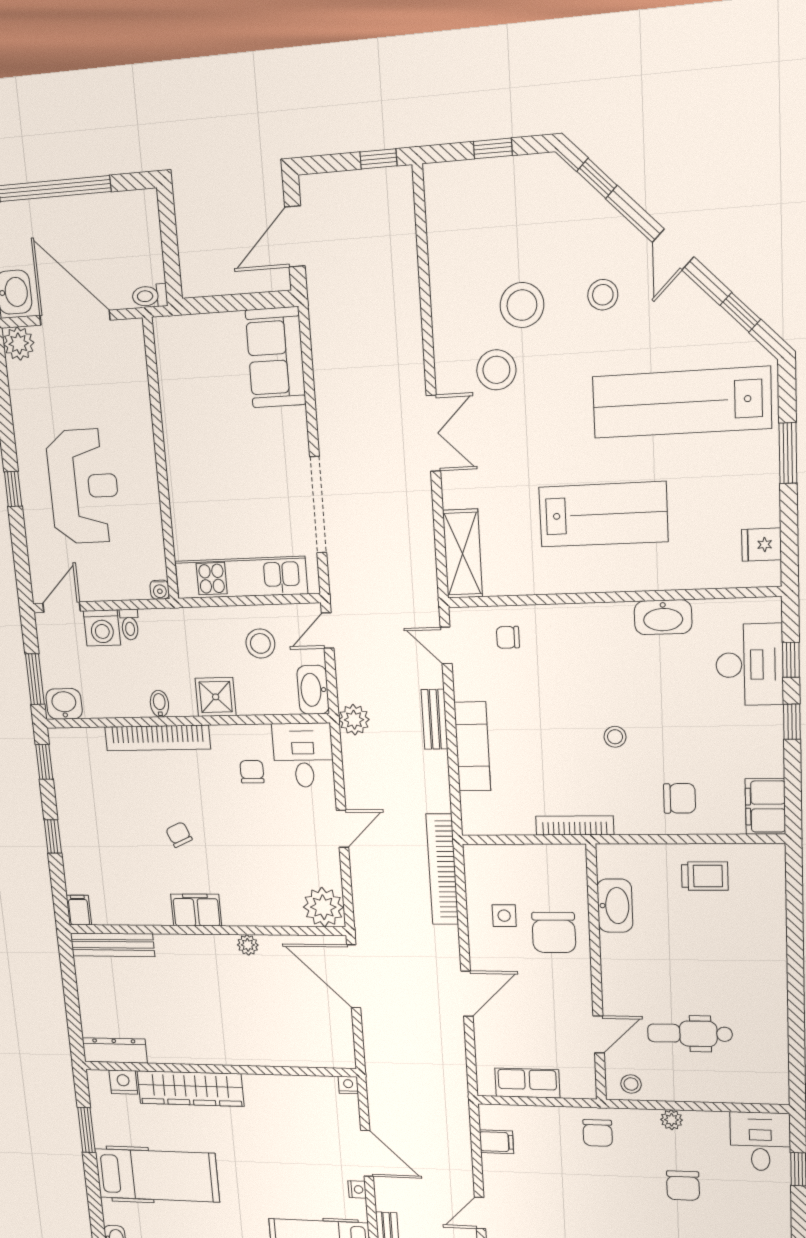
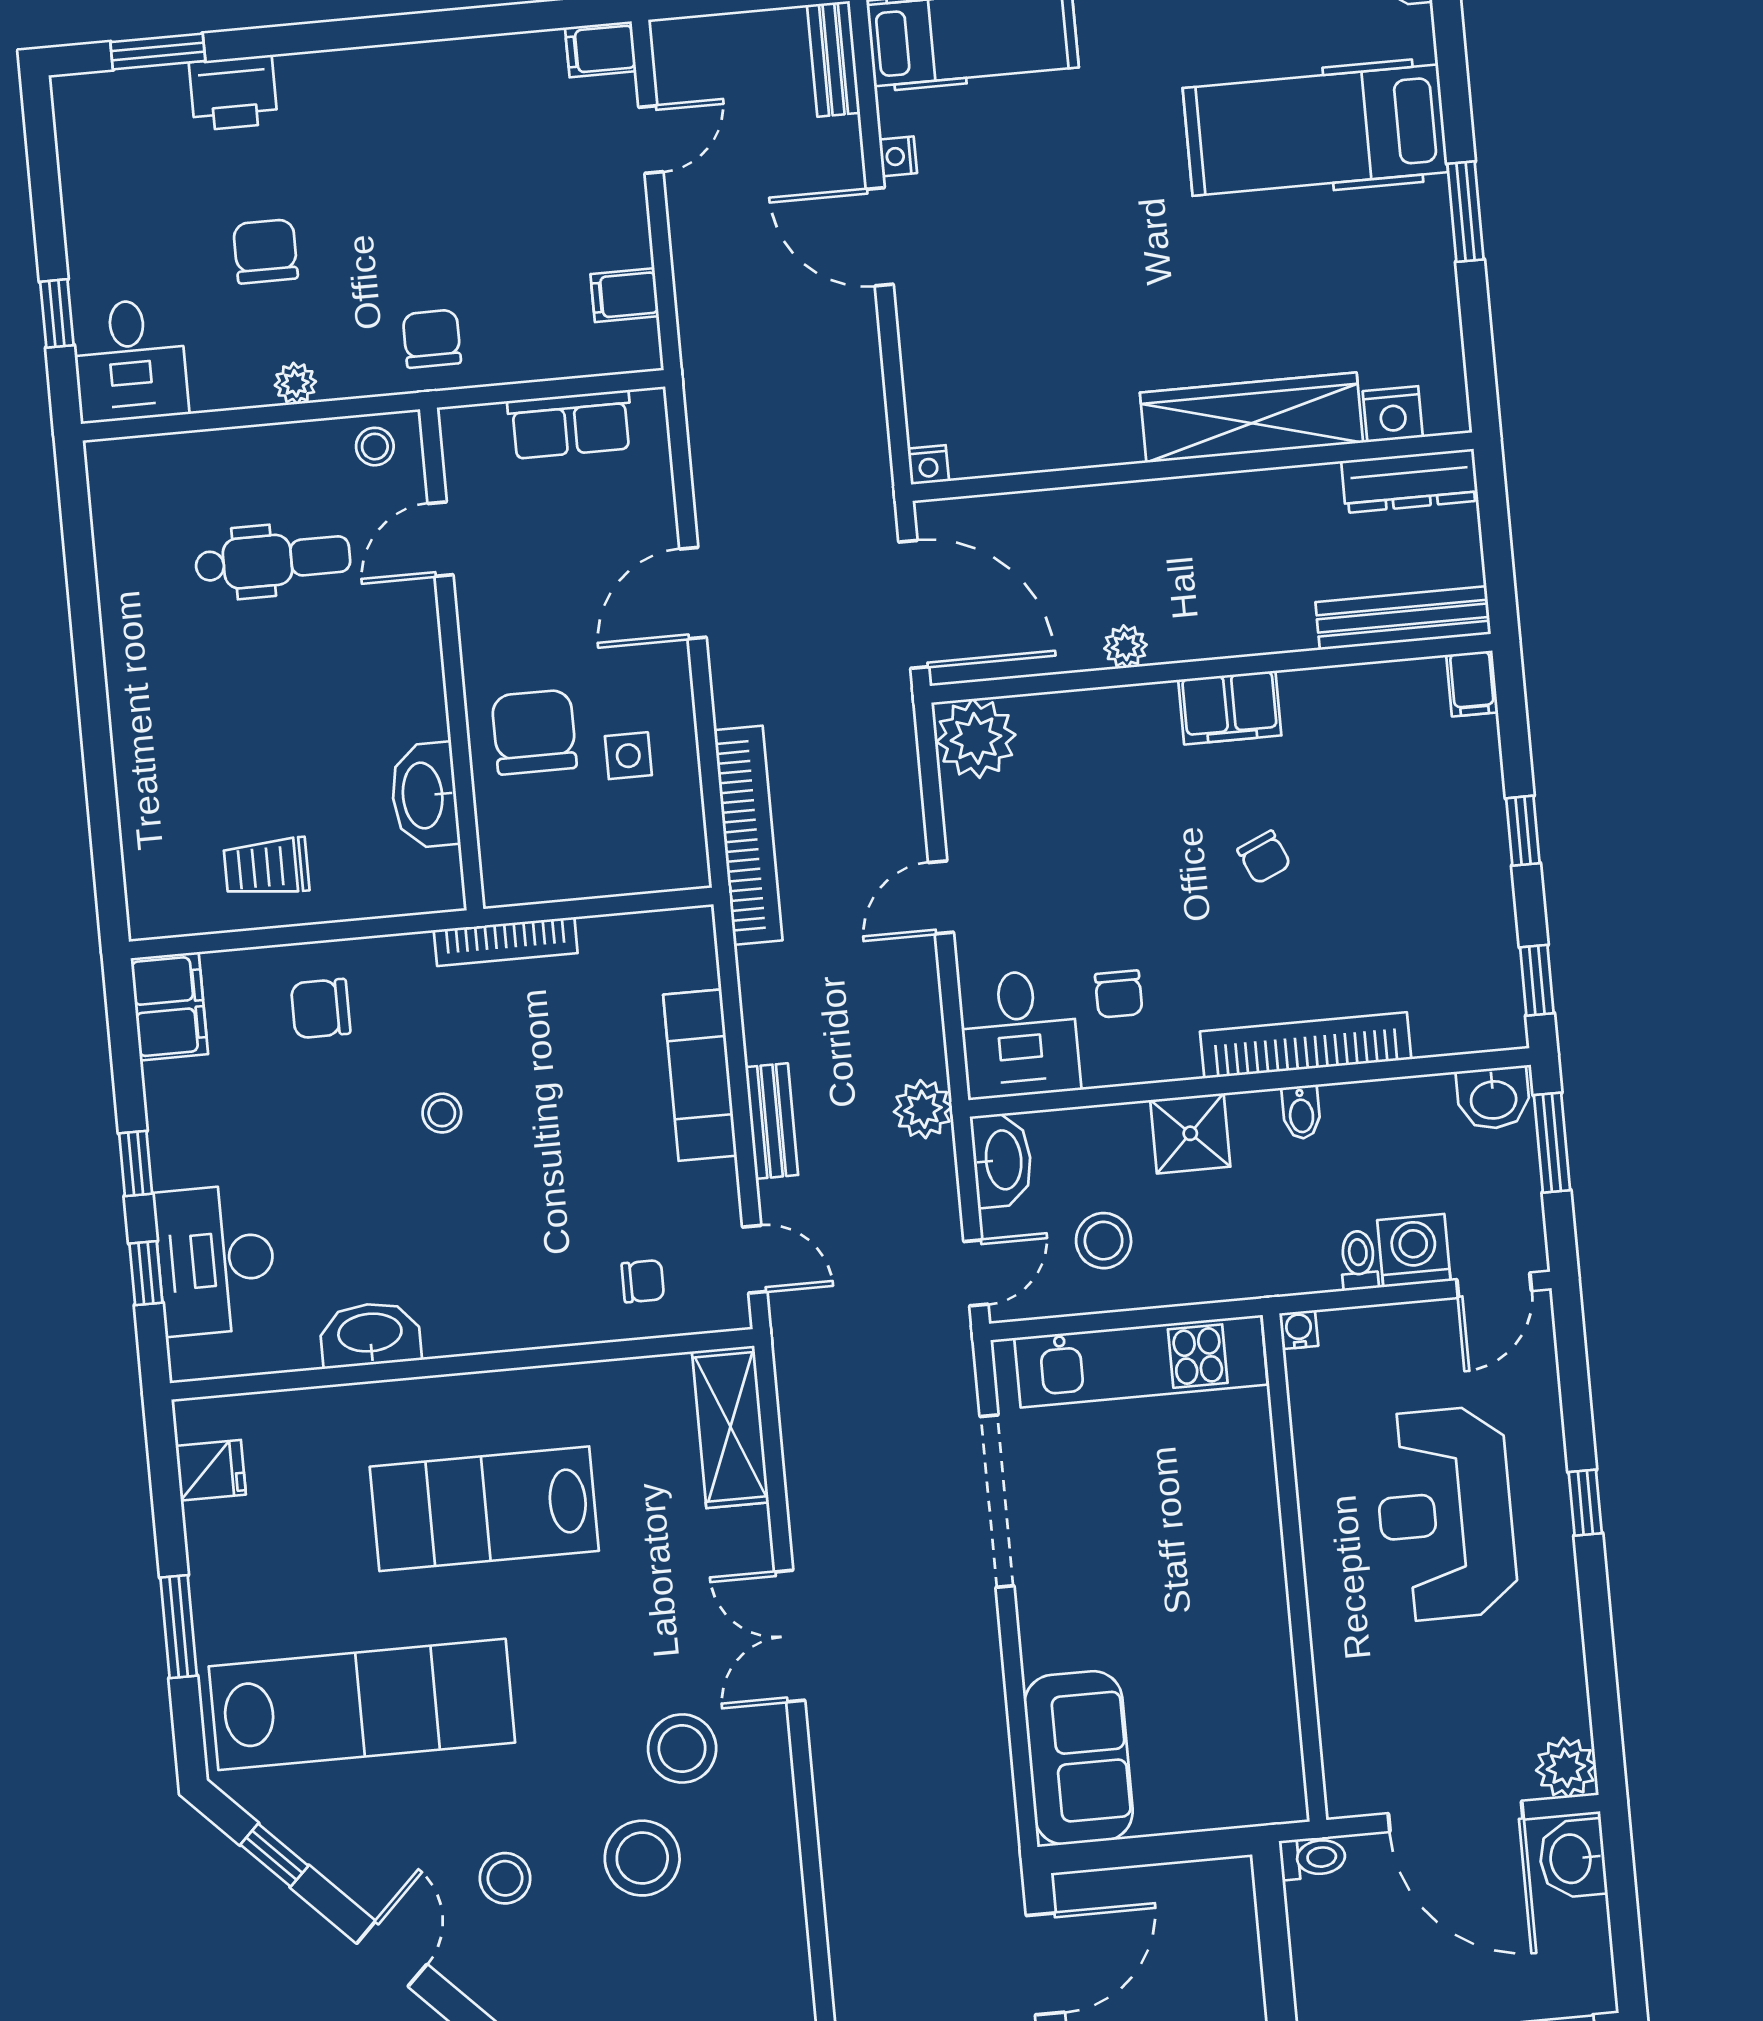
dresser: (115, 1050) -> (1410, 481), moved
wall: (219, 1069) -> (1192, 467), moved
nightstand: (123, 1082) -> (1393, 414), moved
nightstand: (348, 1085) -> (928, 465), moved
wardrobe: (190, 1089) -> (1251, 418), moved

